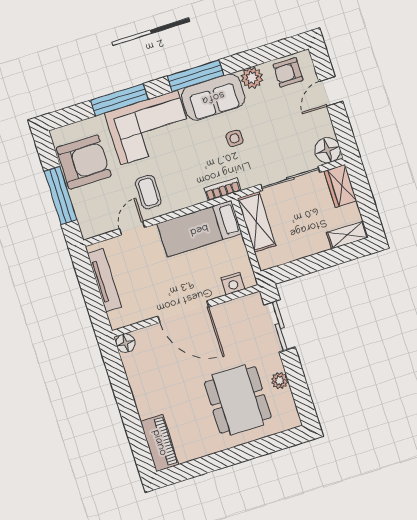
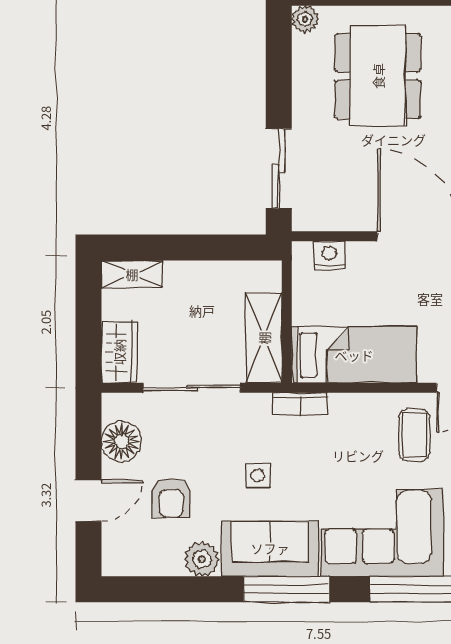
armchair: (288, 72) -> (171, 498), moved, turned 90
floor lamp: (328, 150) -> (122, 442), moved
plant: (280, 381) -> (305, 19), moved

